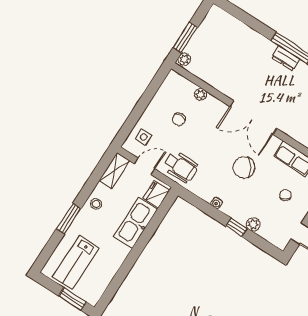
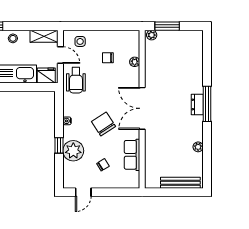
plant: (253, 224) -> (73, 151), width x1.87, depth x1.87

